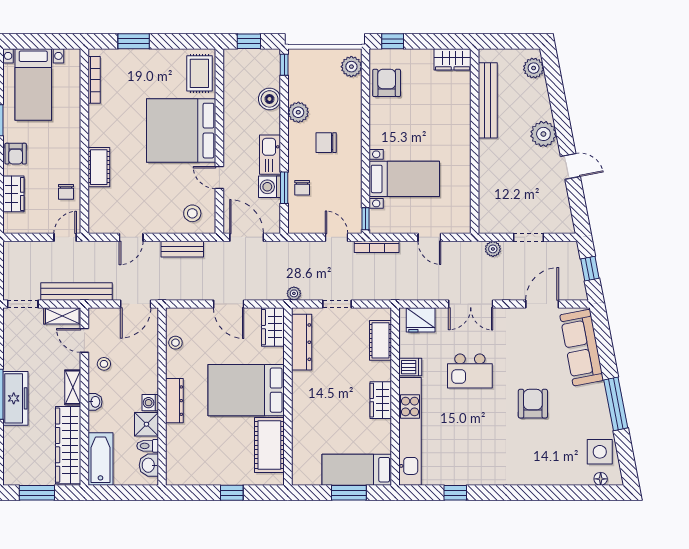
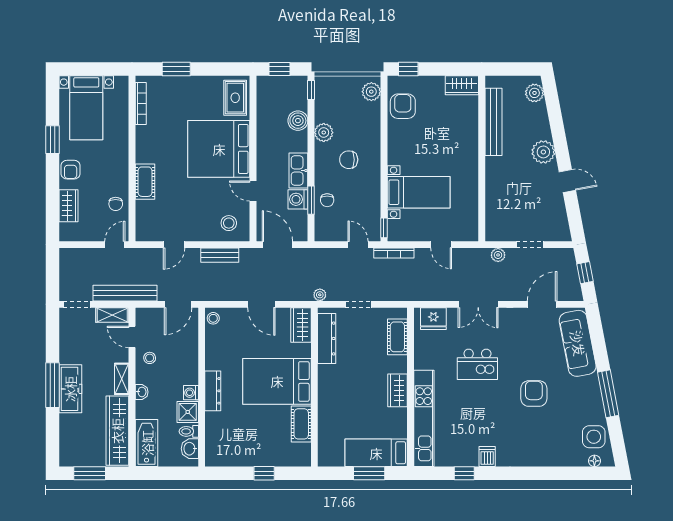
stool: (175, 343) -> (213, 318), moved
dishwasher: (410, 367) -> (487, 457), moved, turned -90
cot: (269, 445) -> (301, 424), width x0.73, depth x0.75

